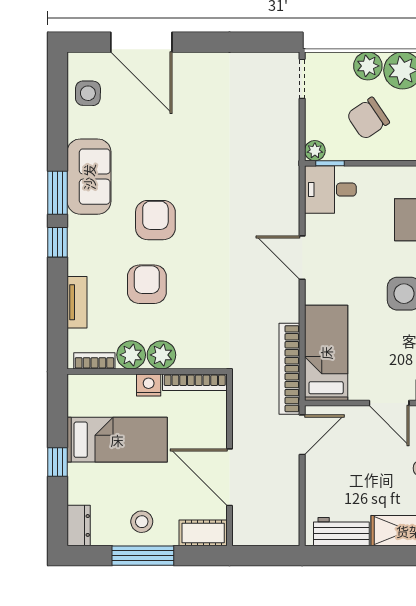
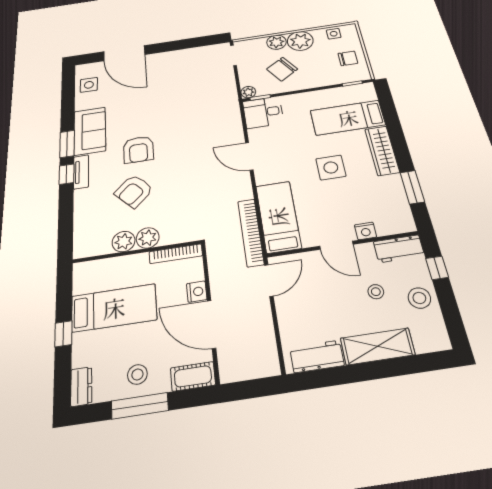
armchair: (155, 220) -> (138, 150), turned 180
armchair: (147, 284) -> (134, 191), turned -134
tv unit: (77, 302) -> (81, 172), moved
bookcase: (94, 361) -> (94, 250), removed
nightstand: (149, 385) -> (197, 292), moved, turned 90

